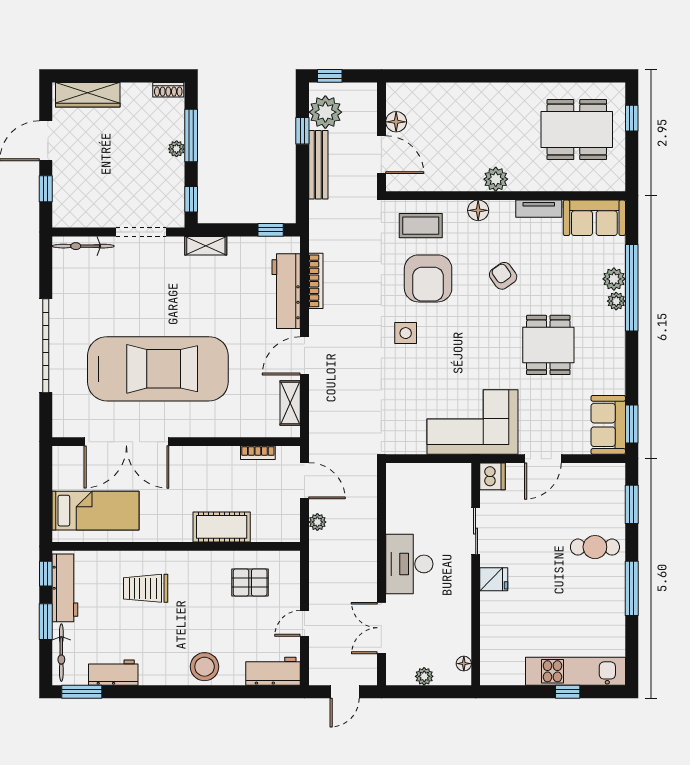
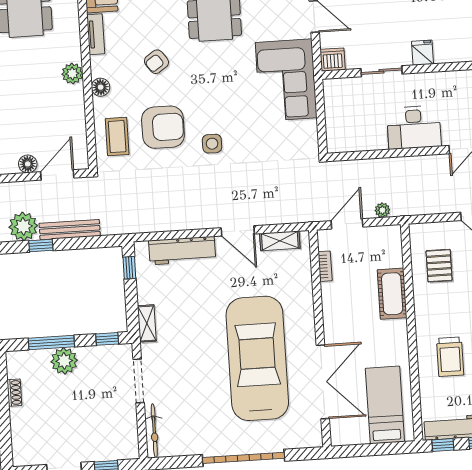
shoe rack: (168, 90) -> (14, 393), moved
wardrobe: (88, 95) -> (22, 435), removed
plant: (177, 149) -> (64, 361), width x1.88, depth x1.88
bookcase: (316, 281) -> (172, 225), removed

